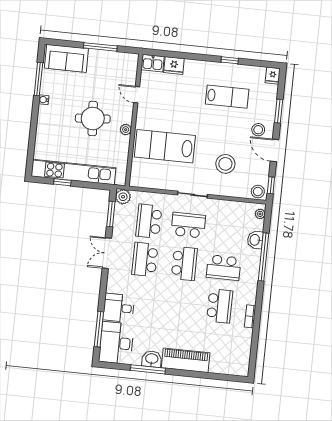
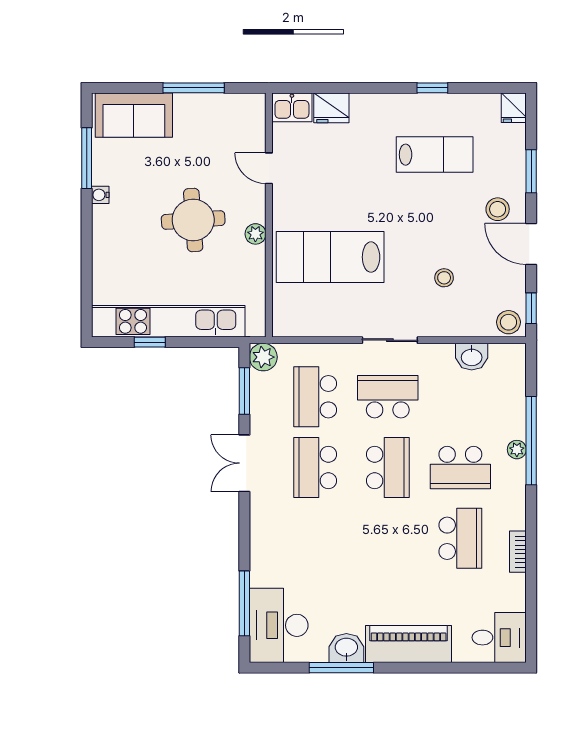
stool: (225, 164) -> (444, 278), width x0.53, depth x0.53
plant: (260, 214) -> (517, 450), moved
washbasin: (255, 240) -> (472, 357), moved, turned -90
desk: (119, 308) -> (499, 638), moved, turned 180

